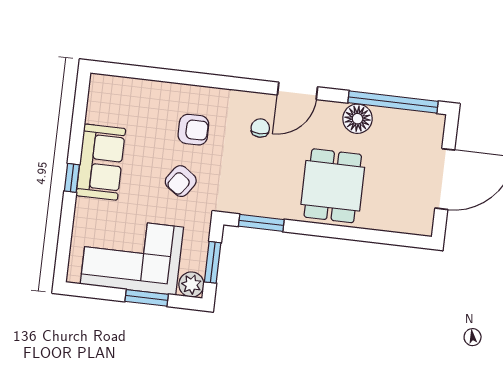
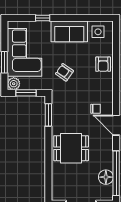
side table: (108, 105) -> (98, 32), added
floor lamp: (358, 119) -> (106, 177), moved
armchair: (193, 130) -> (103, 64), moved
window: (72, 178) -> (43, 18), moved

